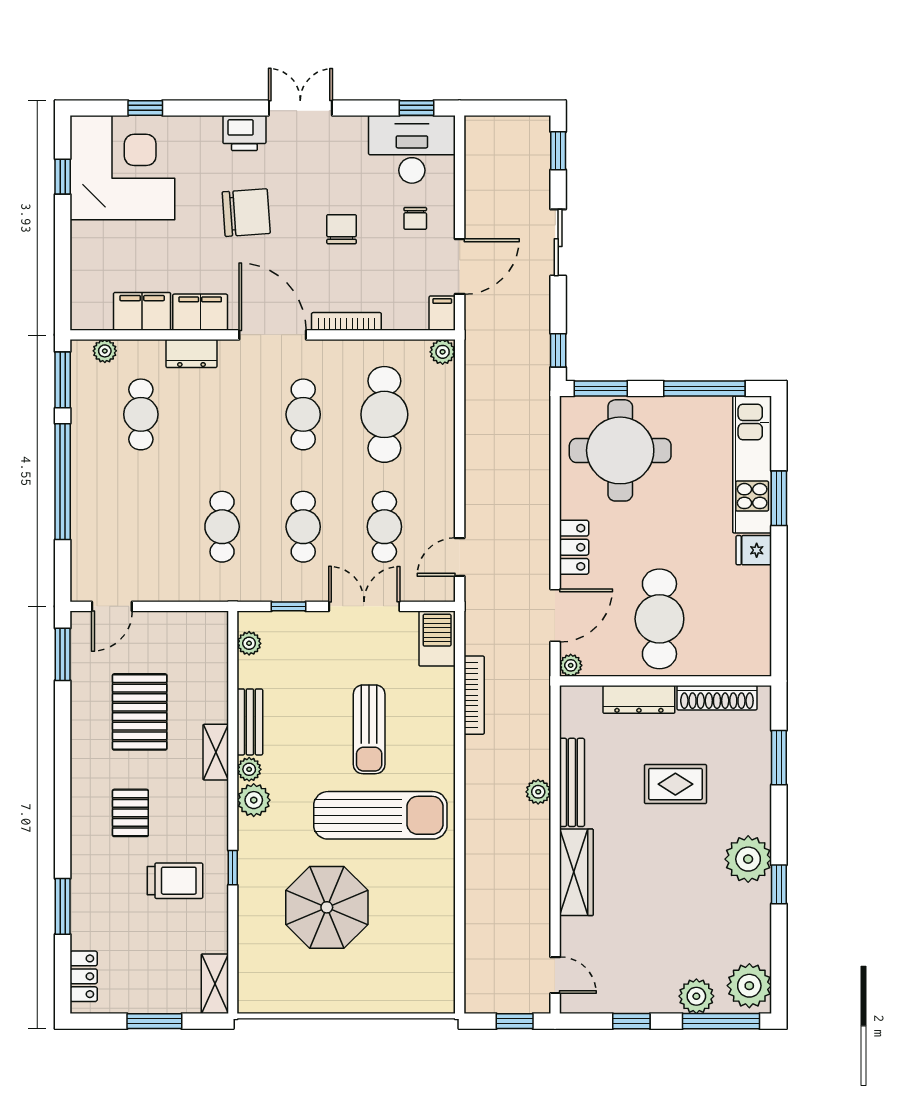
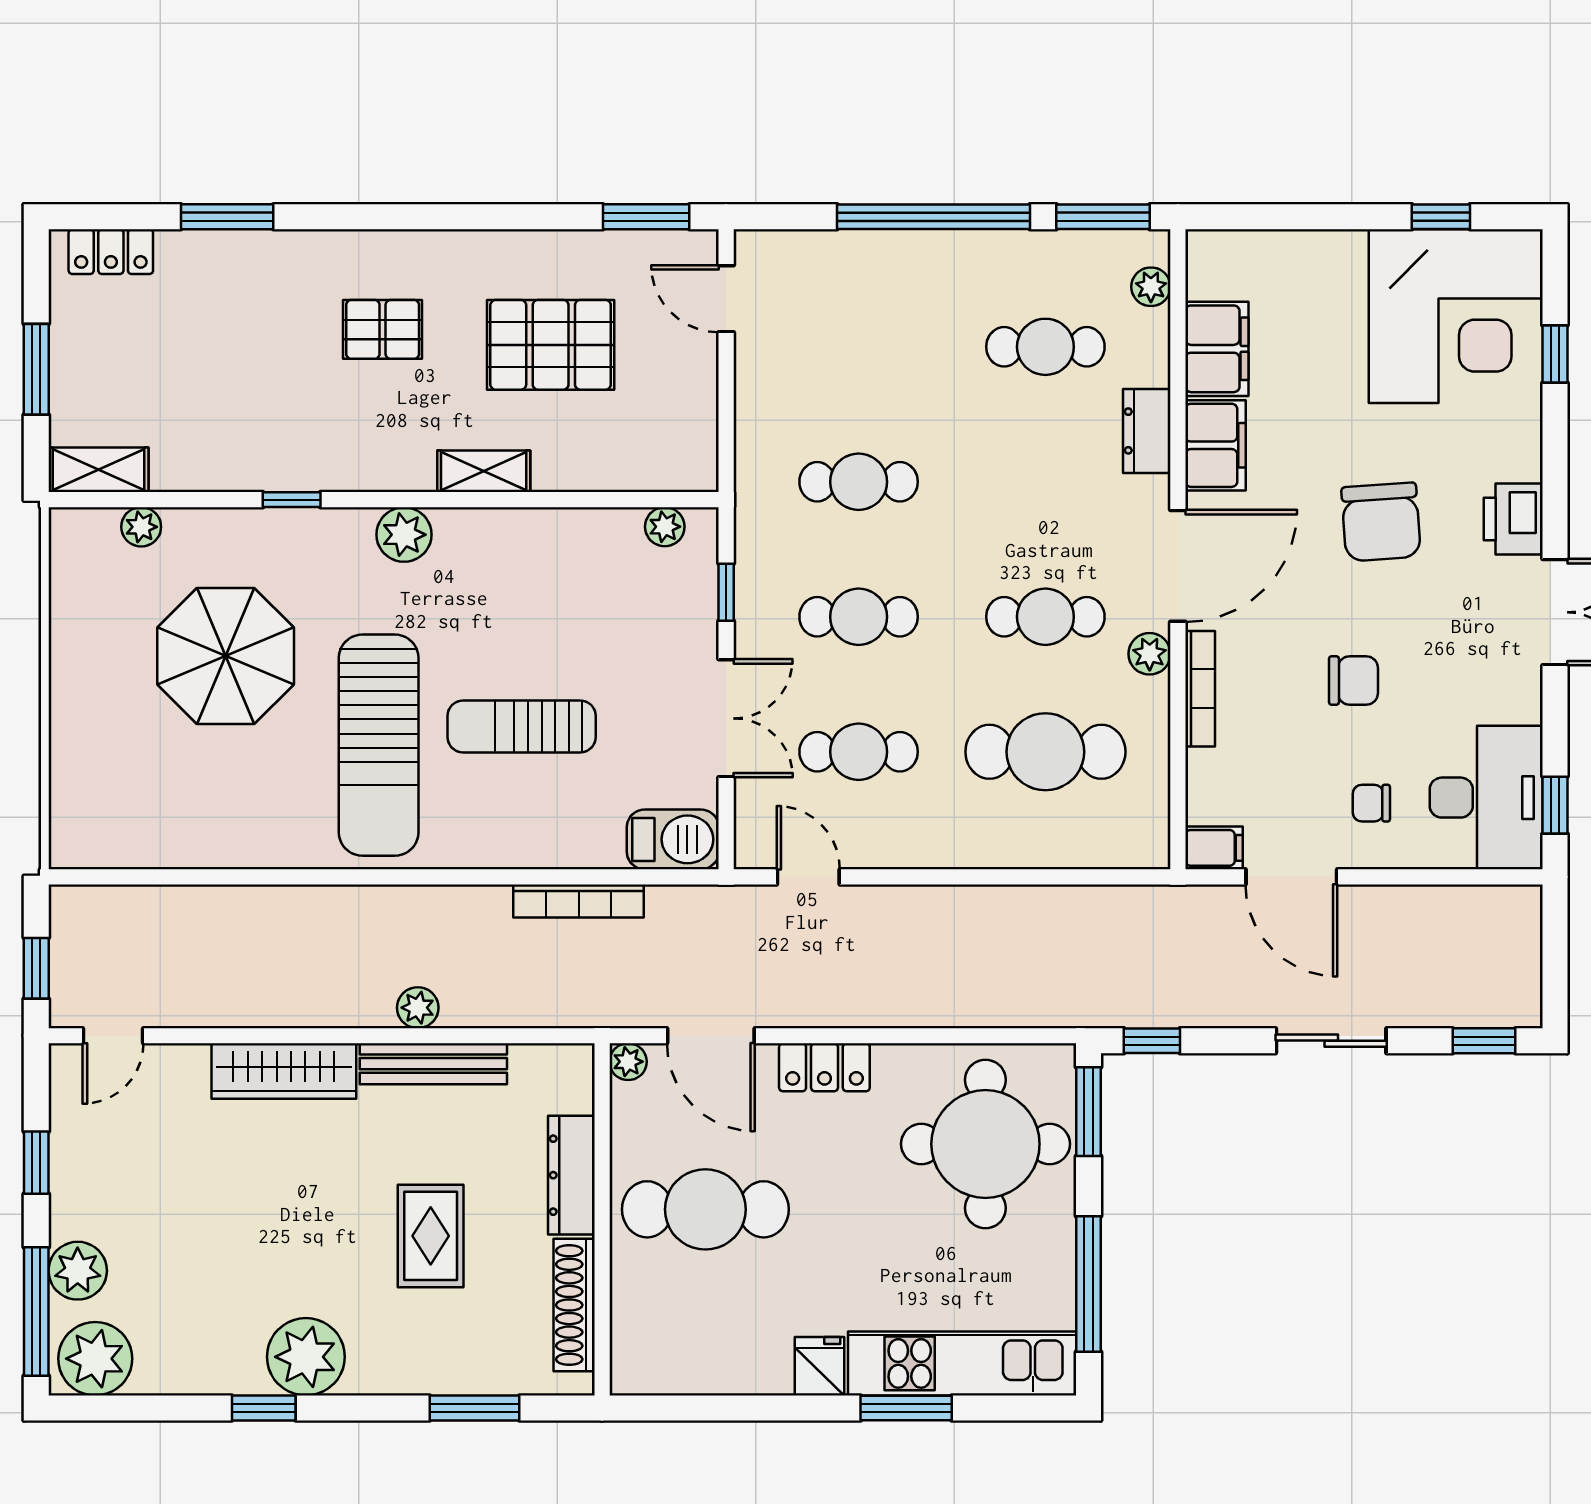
plant: (443, 352) -> (1150, 654), moved
bench: (250, 722) -> (534, 528), removed
plant: (249, 769) -> (141, 527), moved
trolley: (175, 881) -> (270, 404), removed

